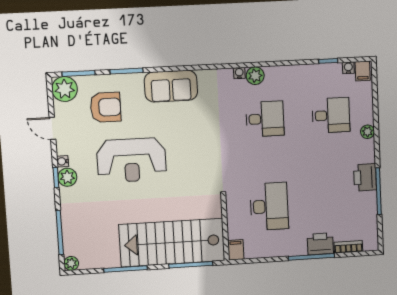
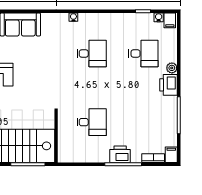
plant: (255, 76) -> (86, 20), removed
printer: (365, 177) -> (169, 85), moved
desk: (269, 206) -> (92, 122), width x0.73
printer: (320, 244) -> (120, 154), moved
filing cabinet: (236, 250) -> (171, 155), moved

